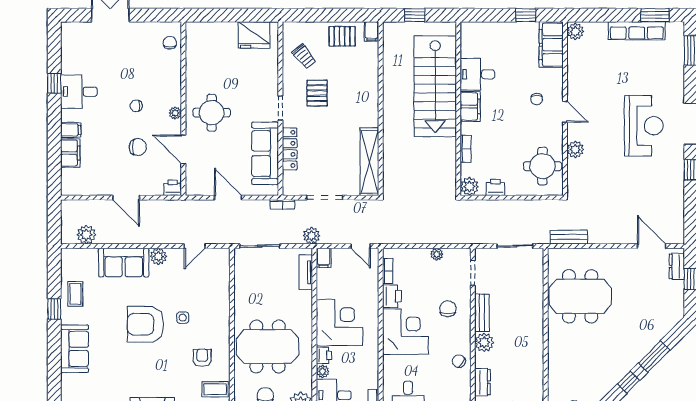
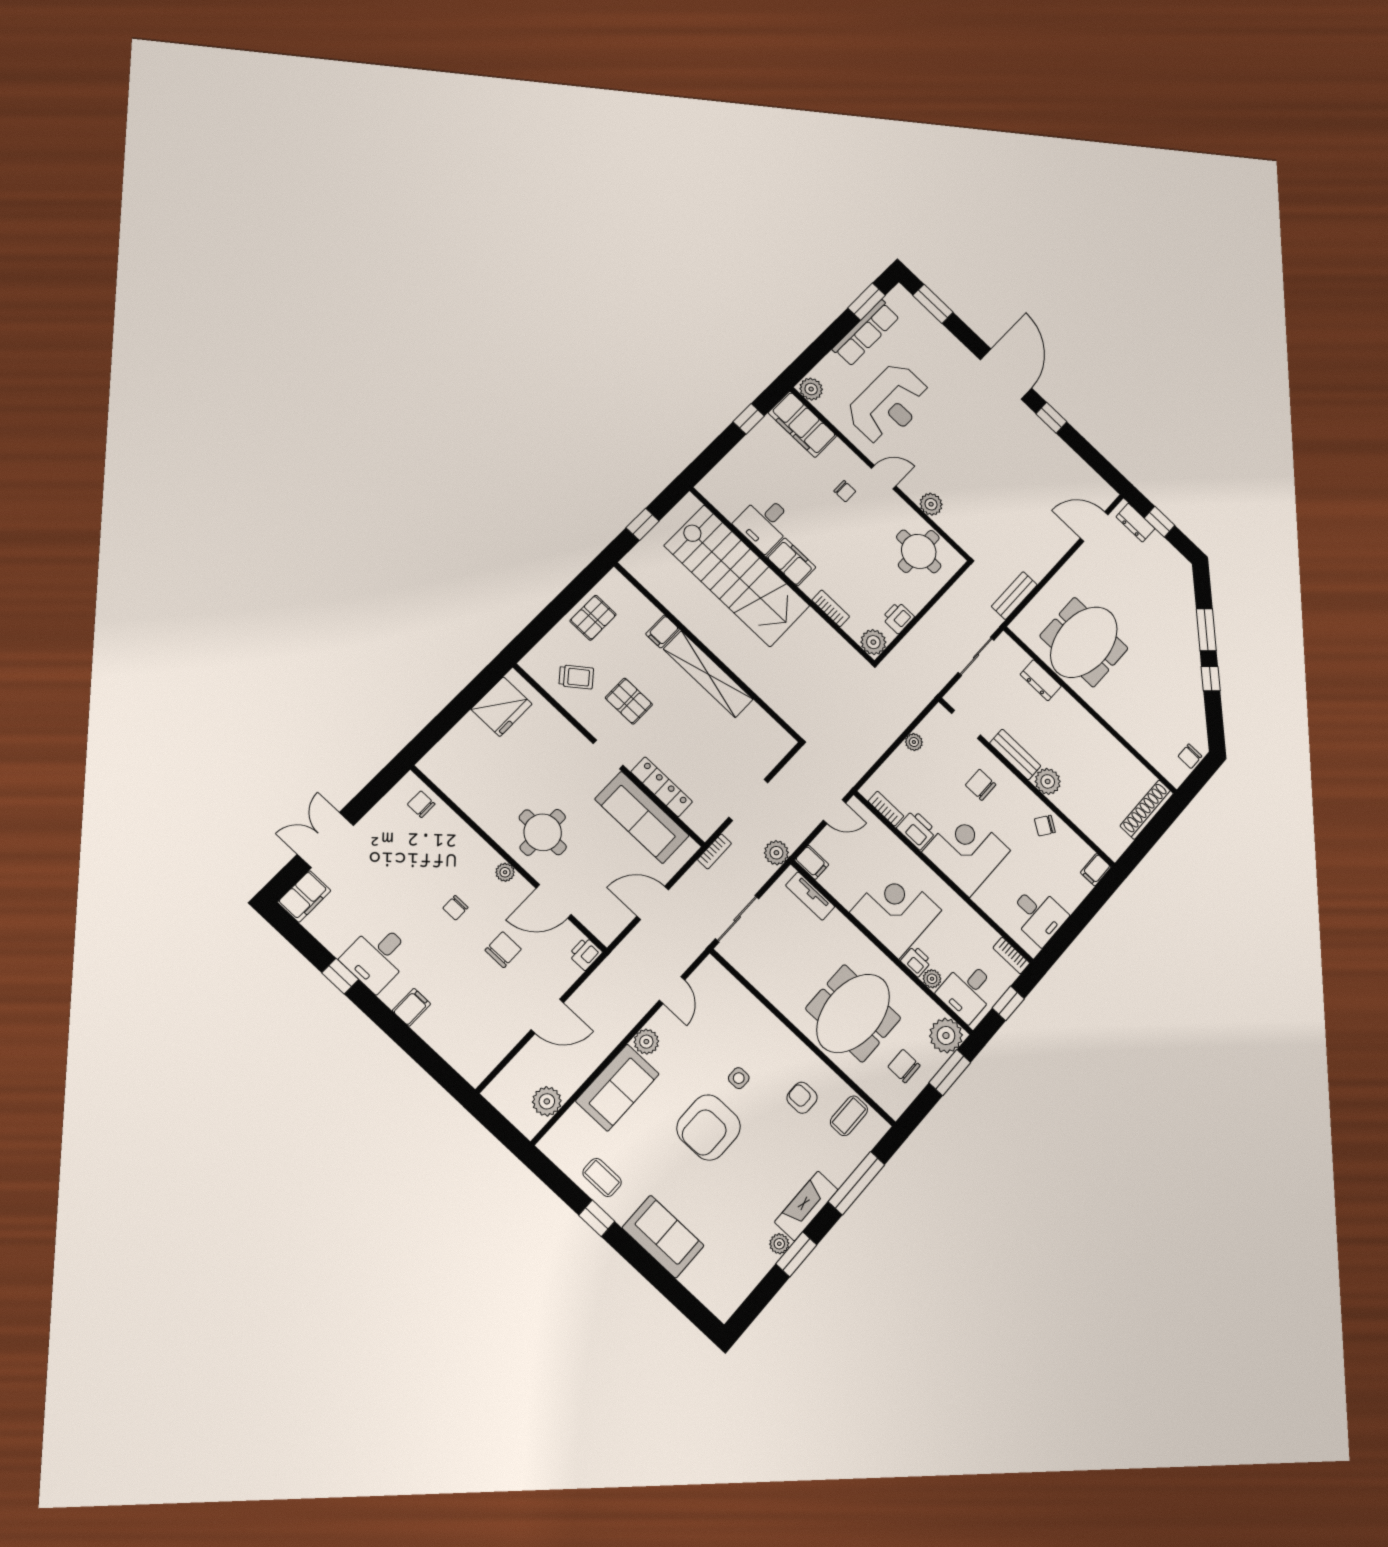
filing cabinet: (371, 31) -> (663, 632), moved, turned 90
reception desk: (644, 126) -> (889, 404), moved, turned 90
filing cabinet: (70, 153) -> (304, 896), moved, turned 90
shelving: (369, 162) -> (708, 674), moved
dresser: (483, 382) -> (1041, 680), moved, turned 180

